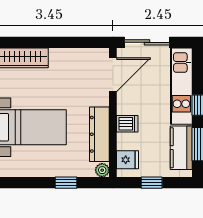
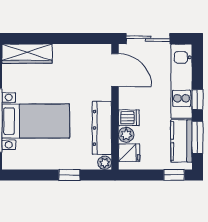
door: (113, 75) -> (115, 70), hinge flipped
plant: (124, 141) -> (126, 135), added
window: (152, 183) -> (174, 175), moved

